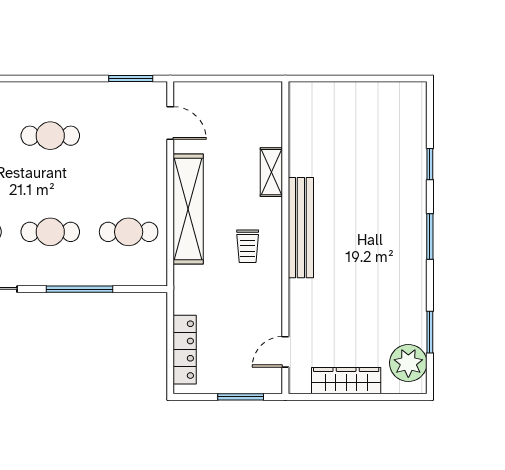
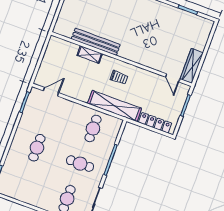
shelving: (188, 209) -> (115, 106), moved
bench: (301, 228) -> (96, 42), moved
cafe table: (50, 232) -> (80, 164), turned 90
plant: (408, 363) -> (198, 25), removed
wardrobe: (346, 381) -> (192, 66), moved

